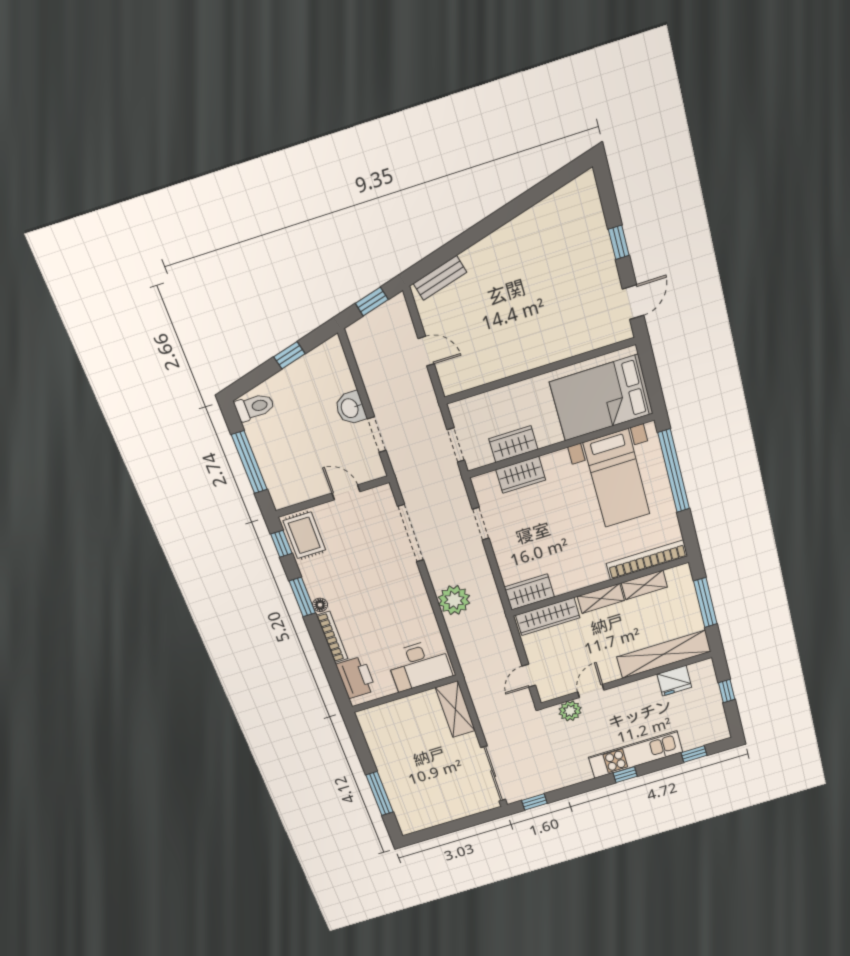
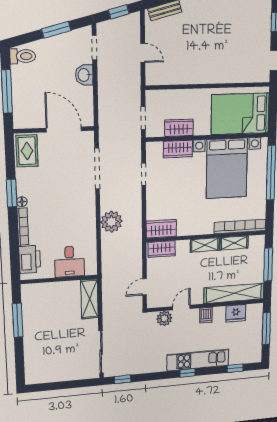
window: (289, 355) -> (56, 30), width x1.50
doorway: (377, 435) -> (94, 47), moved
bed with nightstands: (617, 478) -> (227, 168), width x1.36
door: (346, 492) -> (64, 129), width x1.88
window: (281, 544) -> (10, 152), removed
wardrobe: (548, 616) -> (162, 249), width x0.67
desk: (419, 665) -> (69, 262), width x0.73
window: (727, 691) -> (266, 329), width x2.17
dishwasher: (630, 693) -> (206, 315), added
window: (380, 794) -> (18, 320), moved

